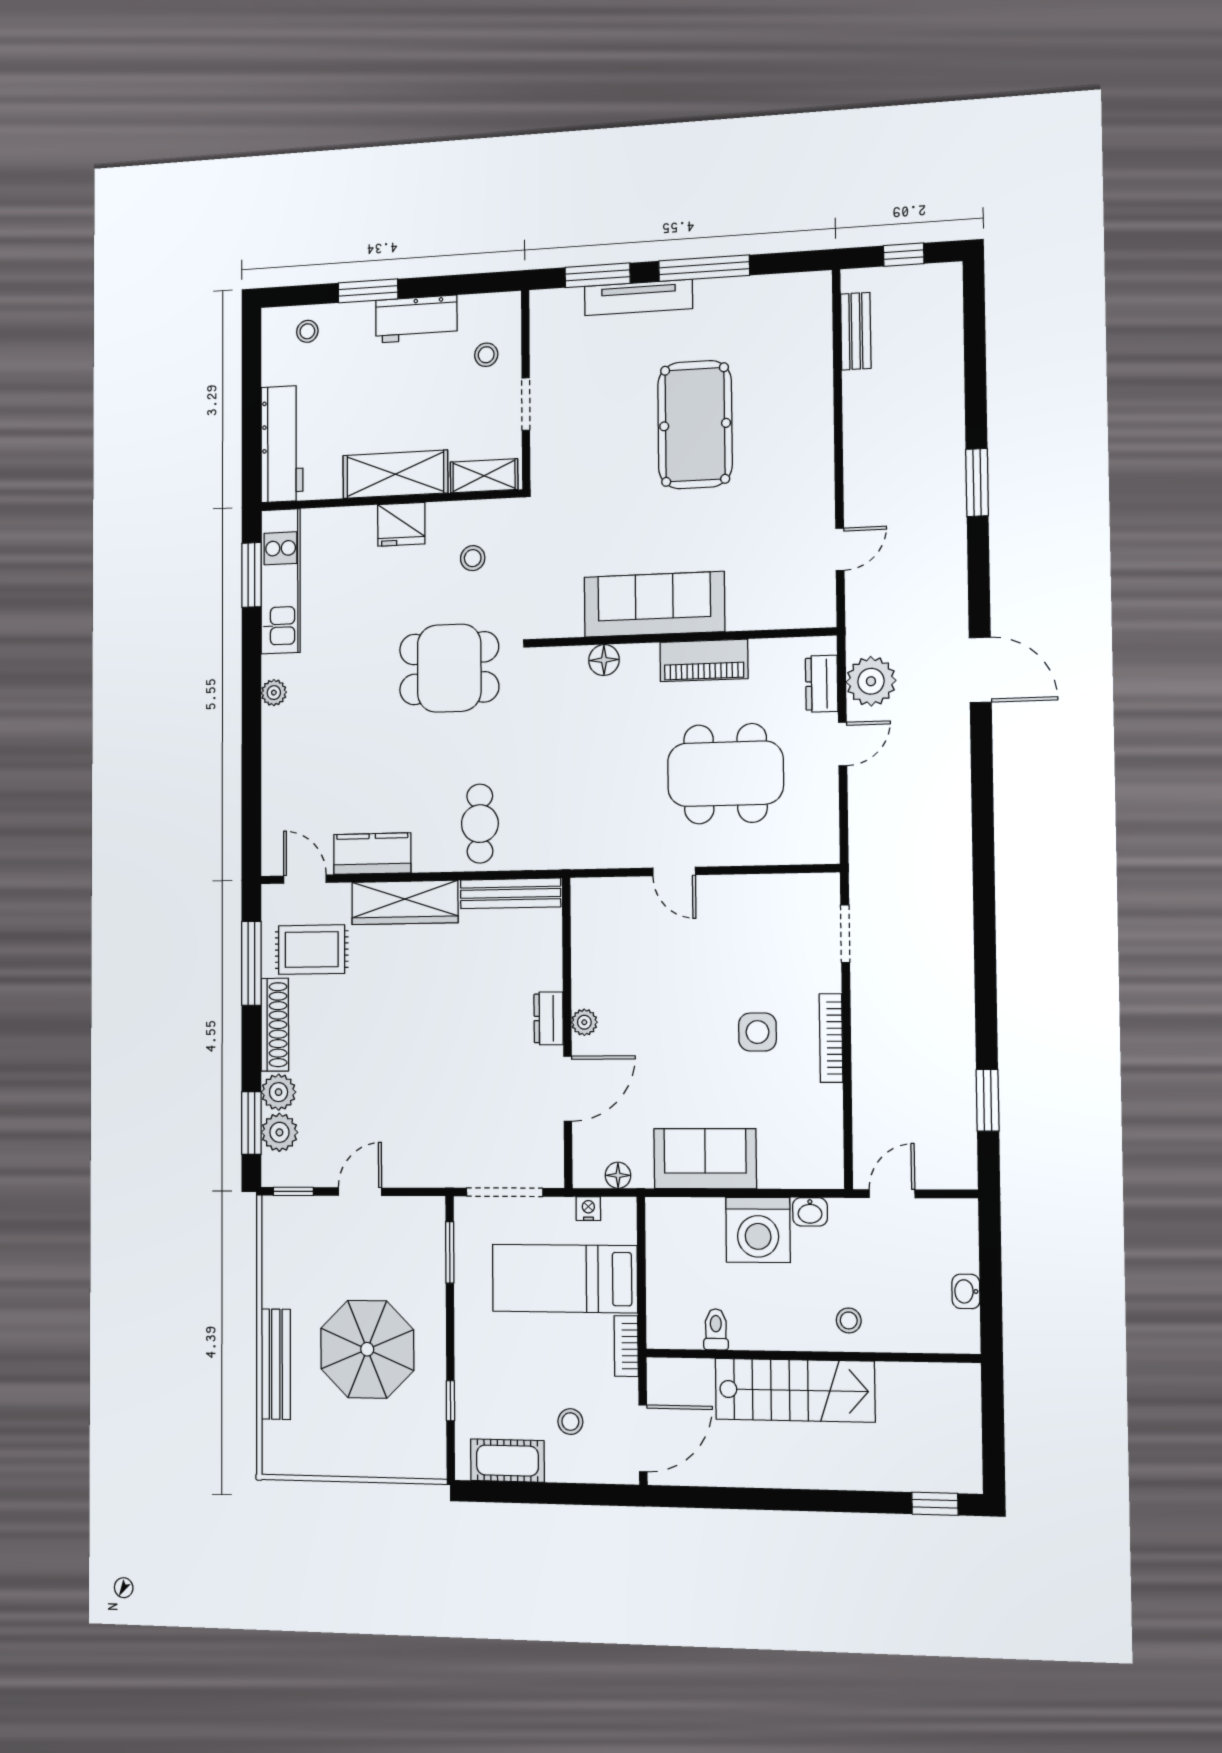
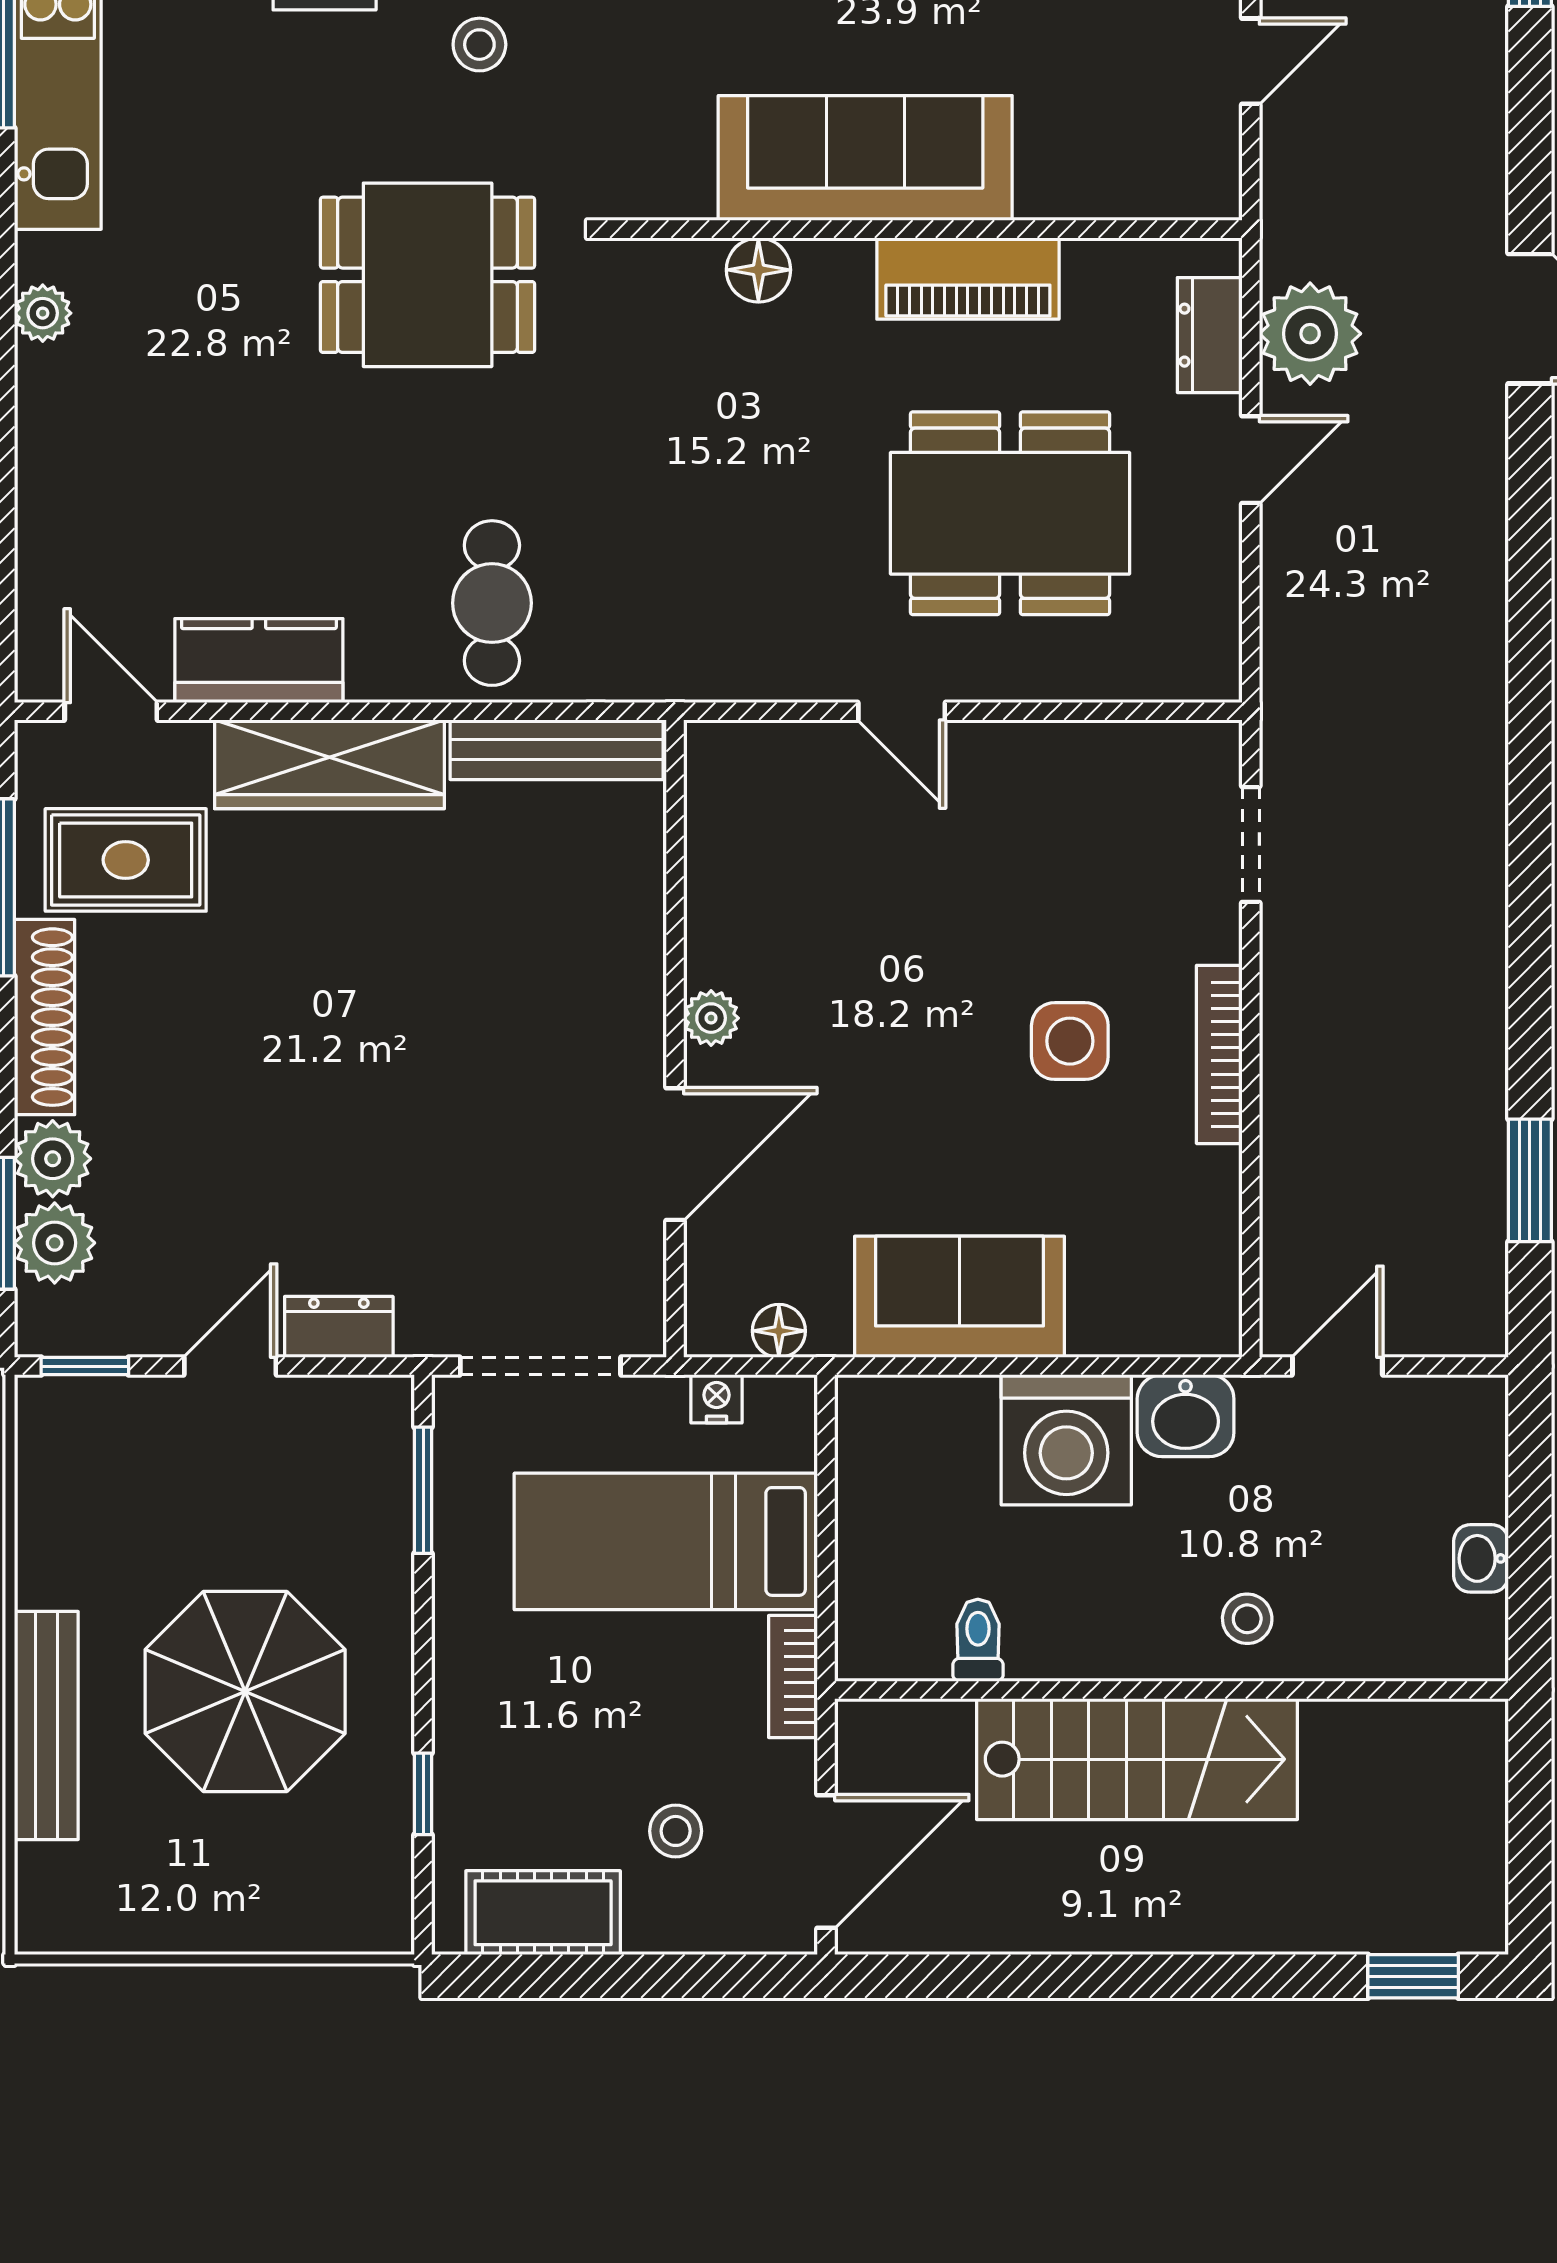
dresser: (549, 1018) -> (339, 1327), moved, turned 90
washbasin: (810, 1212) -> (1186, 1416), width x1.38, depth x1.45

